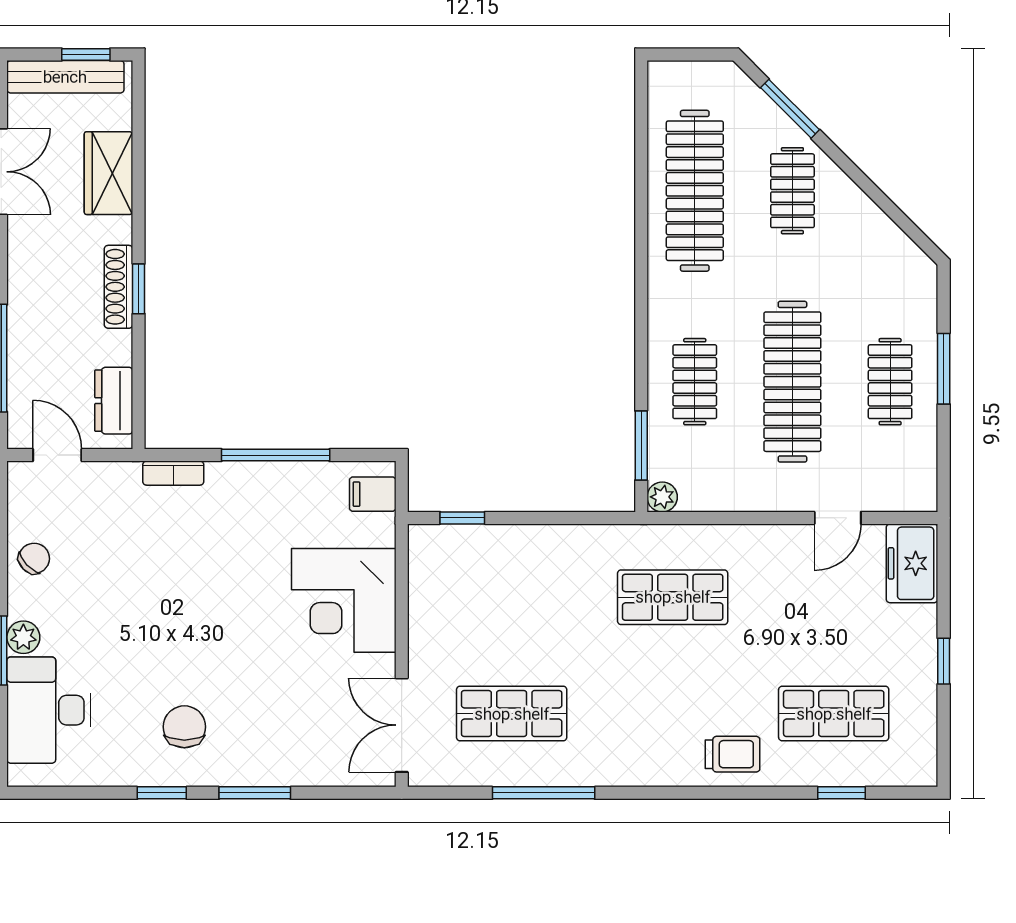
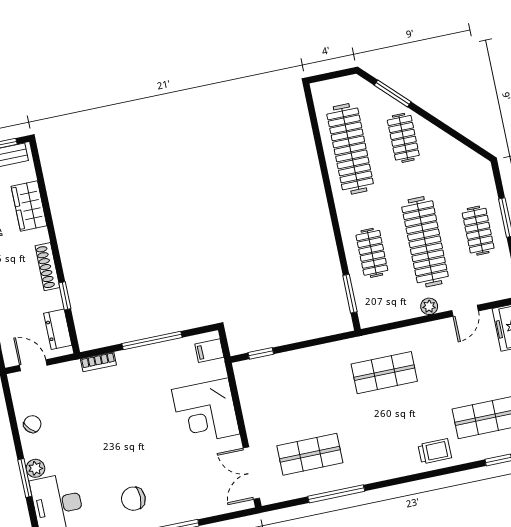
window: (139, 289) -> (65, 296), moved
plant: (662, 497) -> (429, 306), moved
chair: (184, 727) -> (133, 499), turned -90

